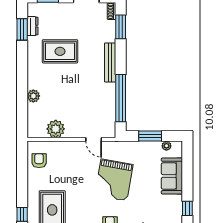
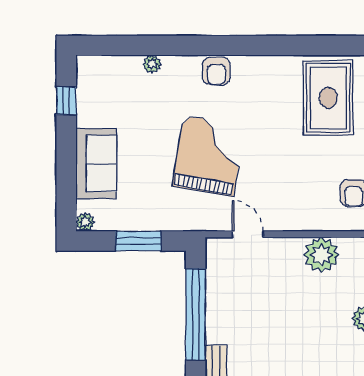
plant: (166, 146) -> (85, 222), moved

